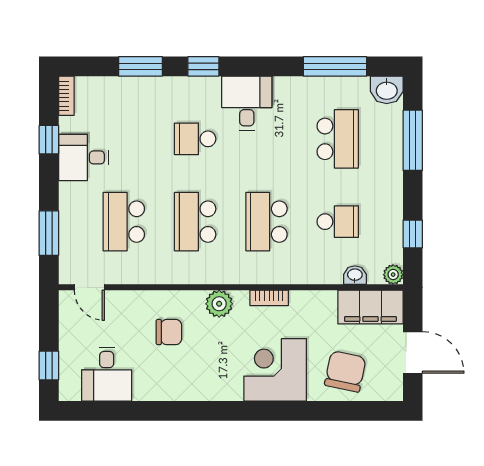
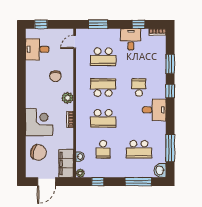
school desk: (124, 222) -> (103, 57), turned 180
school desk: (266, 222) -> (103, 118), turned 180

